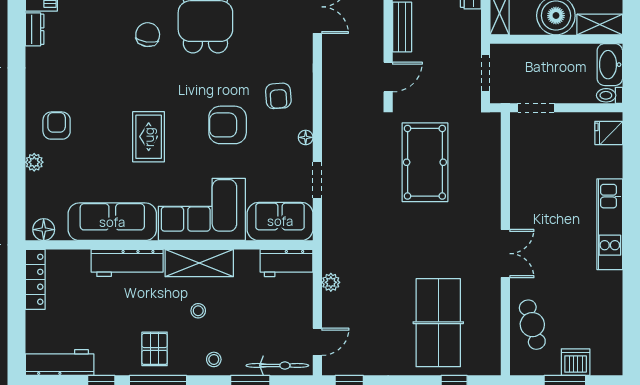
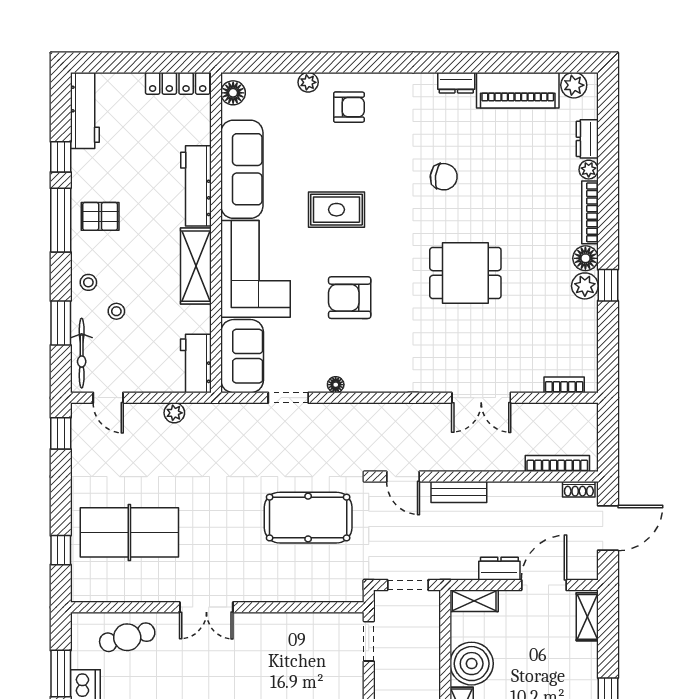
chair: (148, 35) -> (444, 177), moved
armchair: (278, 96) -> (382, 354), removed
armchair: (228, 125) -> (350, 298), turned -90
stool: (198, 311) -> (116, 311), moved

